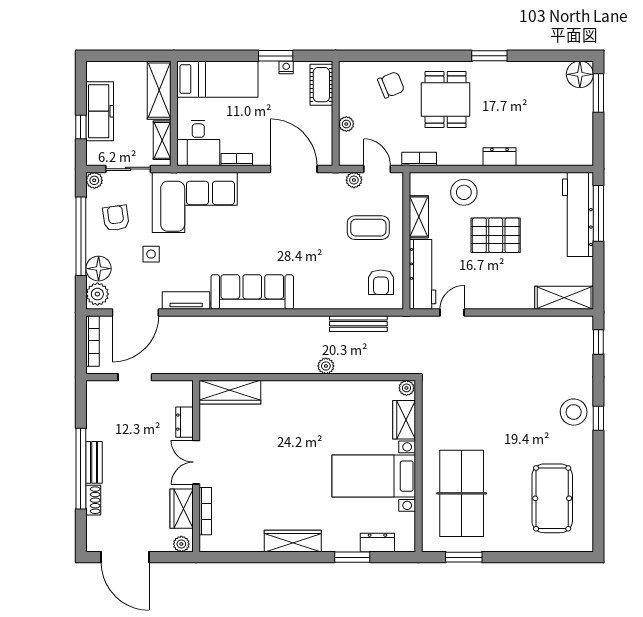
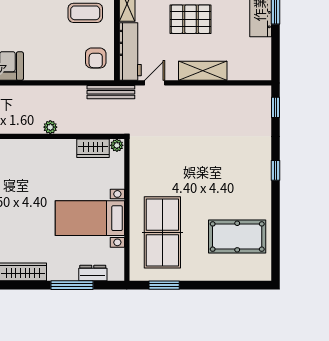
shelving: (564, 298) -> (203, 71), moved
bench: (358, 324) -> (111, 92), moved
stool: (574, 412) -> (255, 165), removed
wardrobe: (404, 420) -> (93, 148), moved, turned -90
pool table: (552, 498) -> (237, 237), turned 90
window: (352, 557) -> (72, 285), width x1.44

